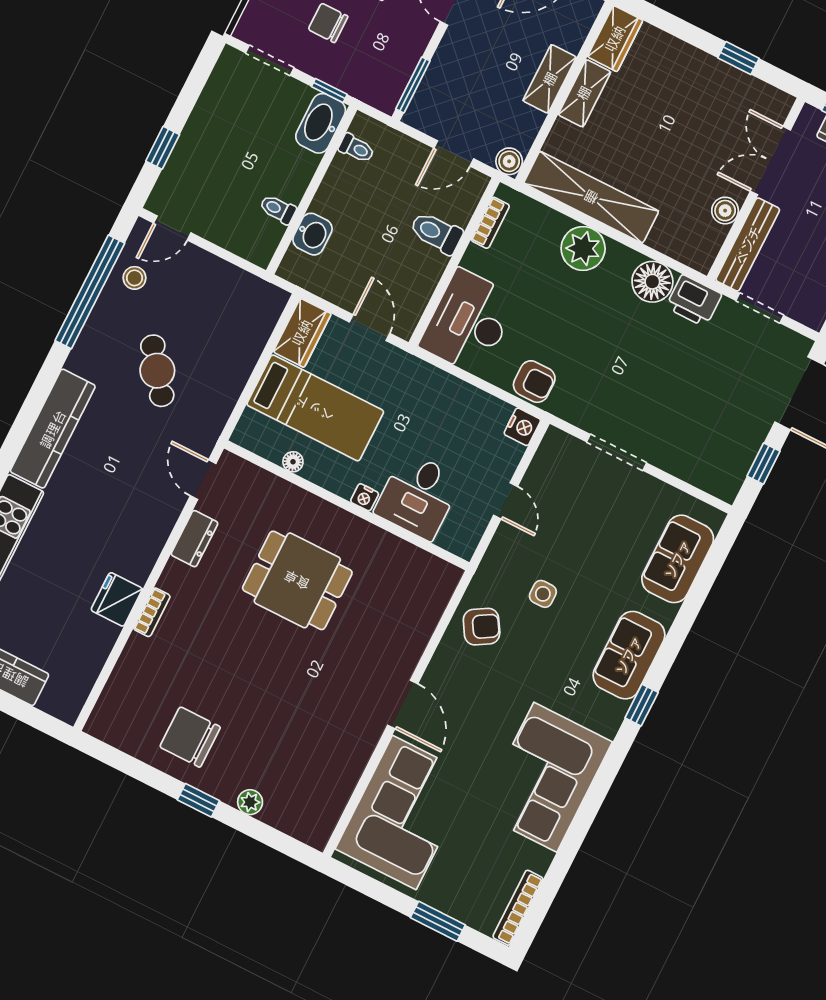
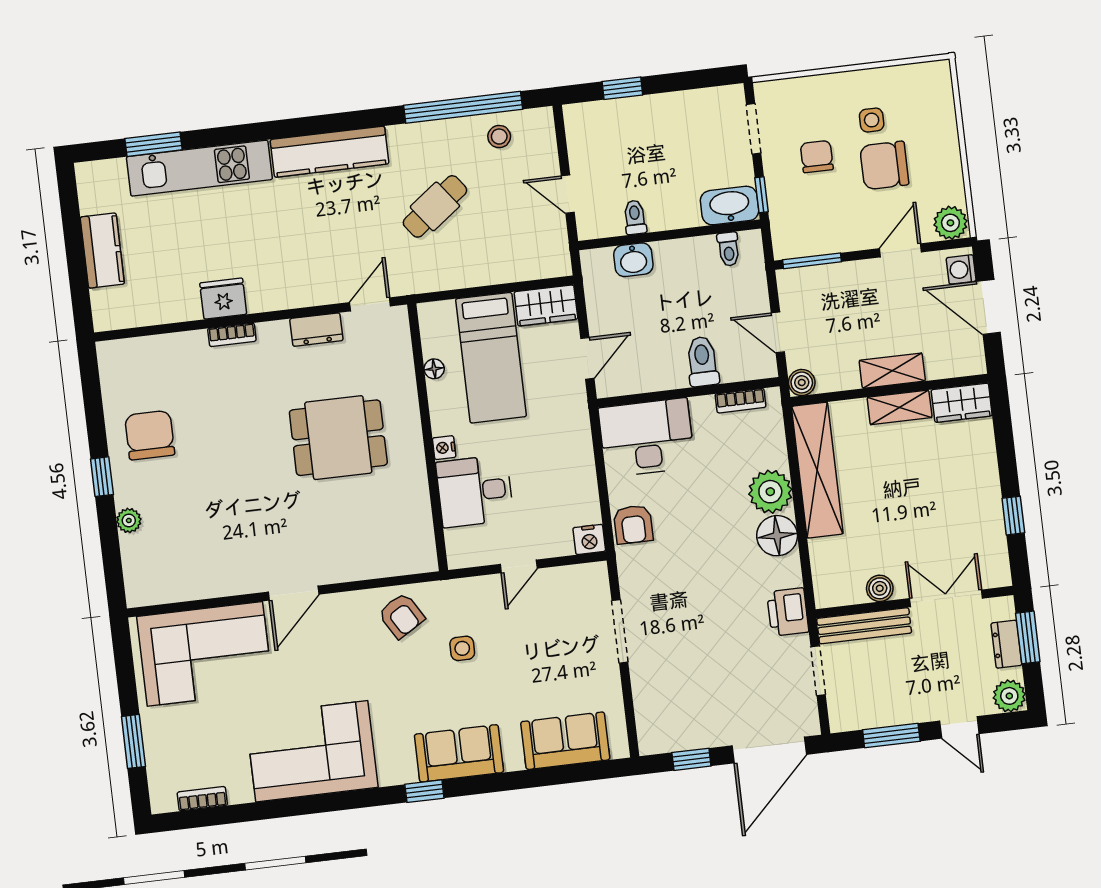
door: (172, 228) -> (568, 194), moved
floor lamp: (652, 282) -> (777, 536), moved
dining table: (297, 580) -> (338, 438), turned 90
bookcase: (518, 908) -> (202, 799), width x0.64

